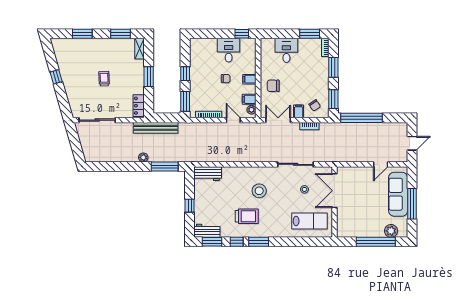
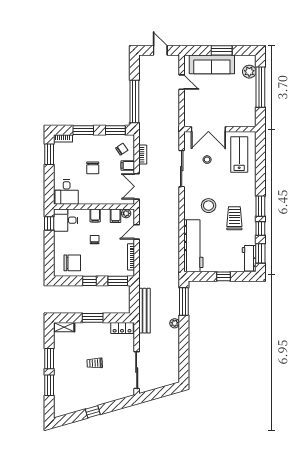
window: (121, 34) -> (49, 359), moved
desk: (229, 50) -> (66, 220), moved
desk: (286, 50) -> (67, 192), moved, turned -90
chair: (203, 57) -> (72, 263), added
chair: (273, 86) -> (93, 168), moved
workbench: (208, 174) -> (193, 246), width x1.88, depth x1.32
window: (412, 204) -> (222, 50), width x0.69

